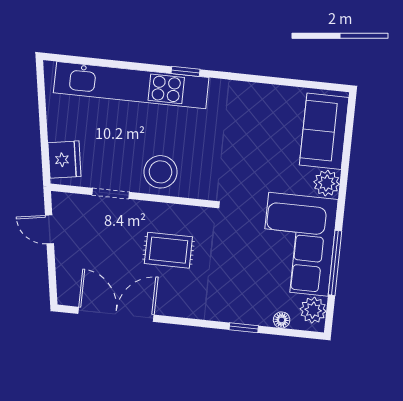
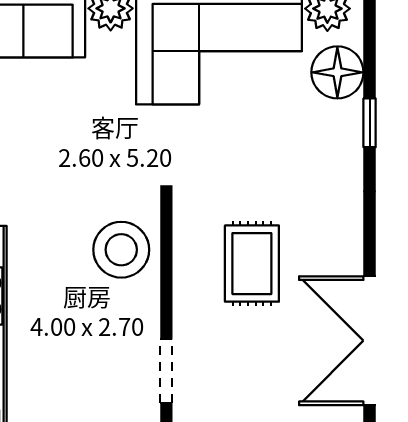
stool: (161, 172) -> (121, 250), moved
floor lamp: (282, 320) -> (337, 72), width x1.89, depth x1.89

